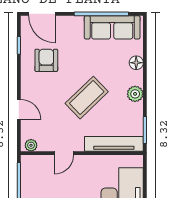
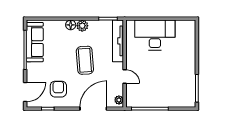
armchair: (46, 60) -> (58, 89), turned 90
floor lamp: (136, 63) -> (71, 25), moved
coffee table: (87, 98) -> (85, 60), turned 40
door: (19, 109) -> (93, 109), width x1.88

